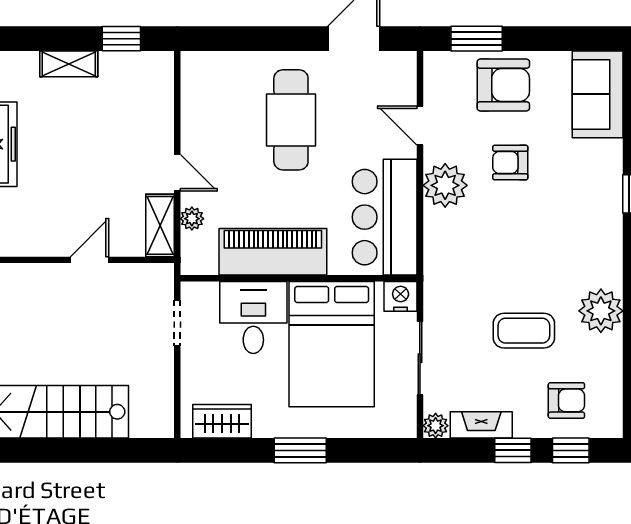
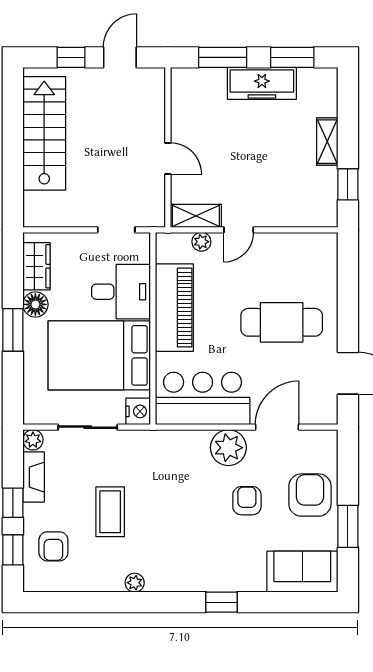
window: (477, 39) -> (348, 526), moved
armchair: (503, 85) -> (310, 495), turned 180
door: (420, 126) -> (277, 427), width x1.38
plant: (601, 311) -> (135, 583), width x0.53, depth x0.53
floor lamp: (269, 423) -> (35, 304), added

